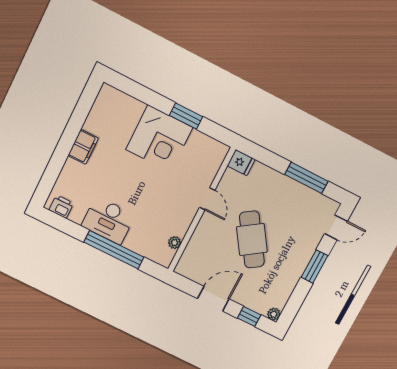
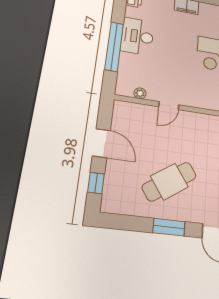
door: (207, 199) -> (169, 106), moved
cafe table: (252, 239) -> (169, 181), moved
plant: (274, 314) -> (107, 206), removed

